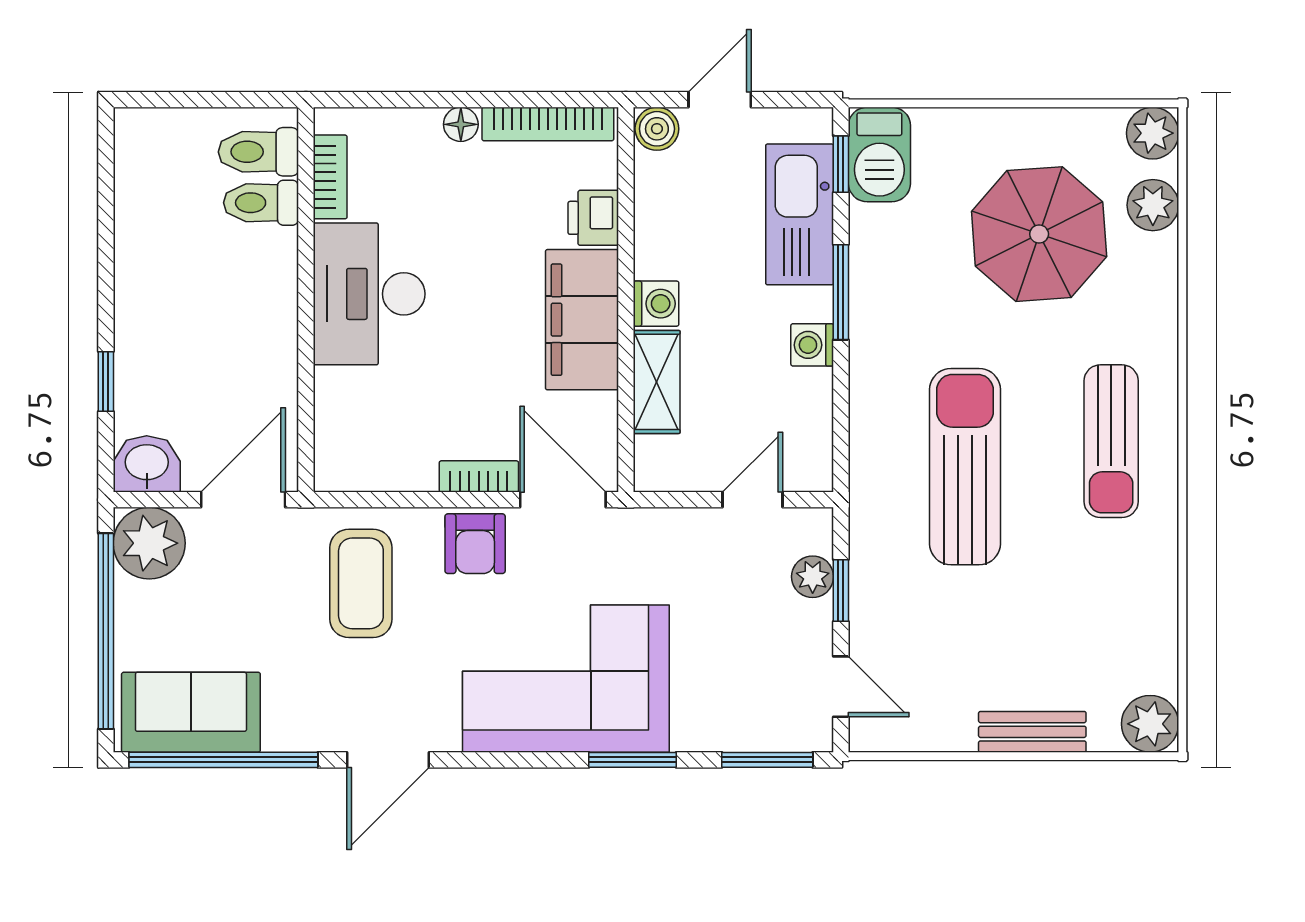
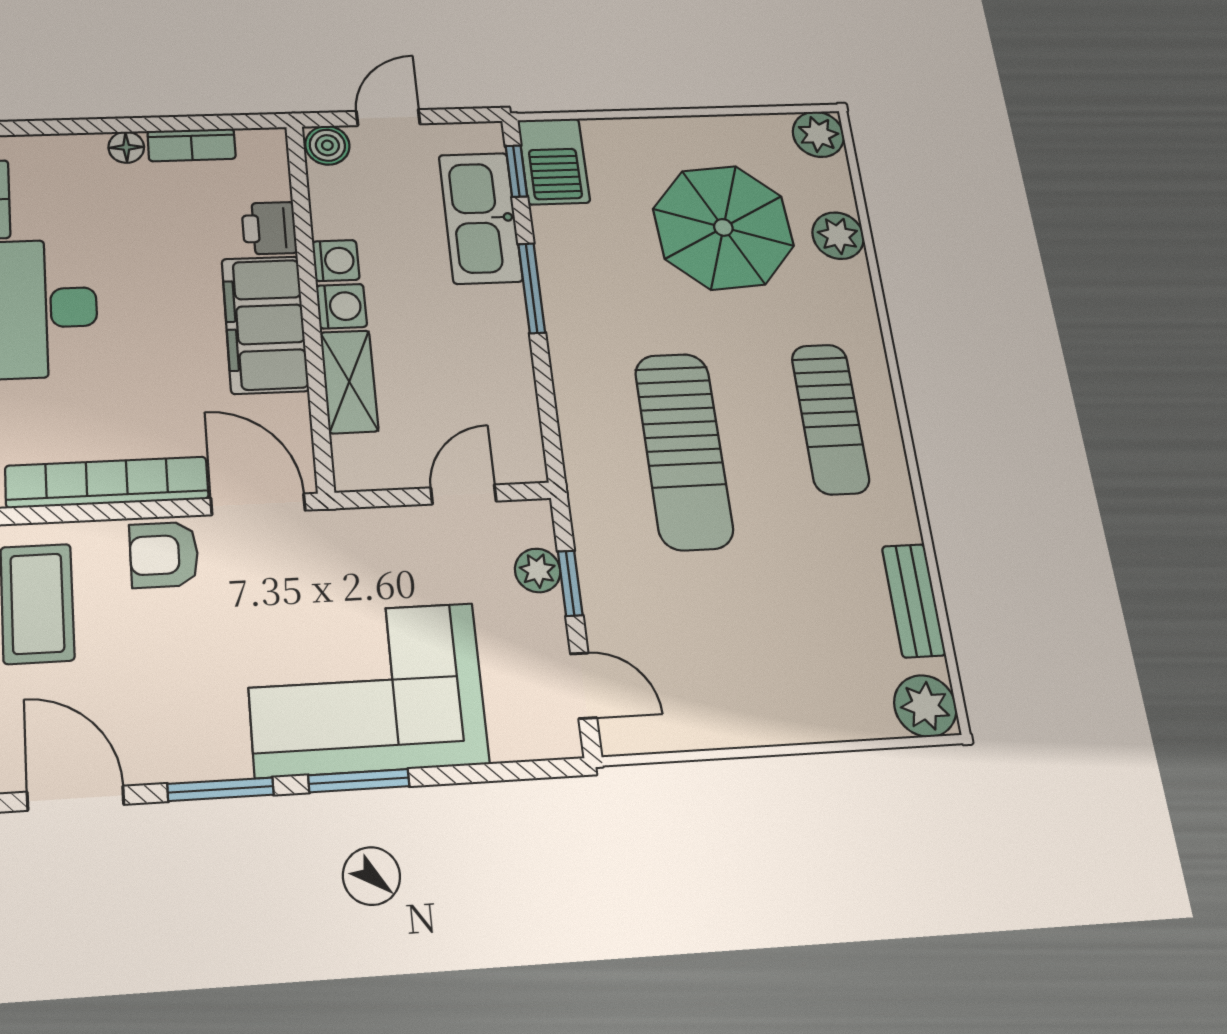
bookcase: (548, 124) -> (192, 145), width x0.64
plant: (1153, 205) -> (838, 236), moved
washing machine: (812, 345) -> (336, 261), moved, turned 180
sun lounger: (965, 467) -> (684, 451), turned 180
bookcase: (479, 476) -> (107, 482), width x2.31, depth x1.31
armchair: (475, 544) -> (164, 555), turned 90
corner sofa: (566, 679) -> (365, 689), moved
bench: (1032, 732) -> (914, 601), moved, turned 90
door: (388, 760) -> (75, 798), swing flipped
window: (767, 760) -> (220, 789), moved

